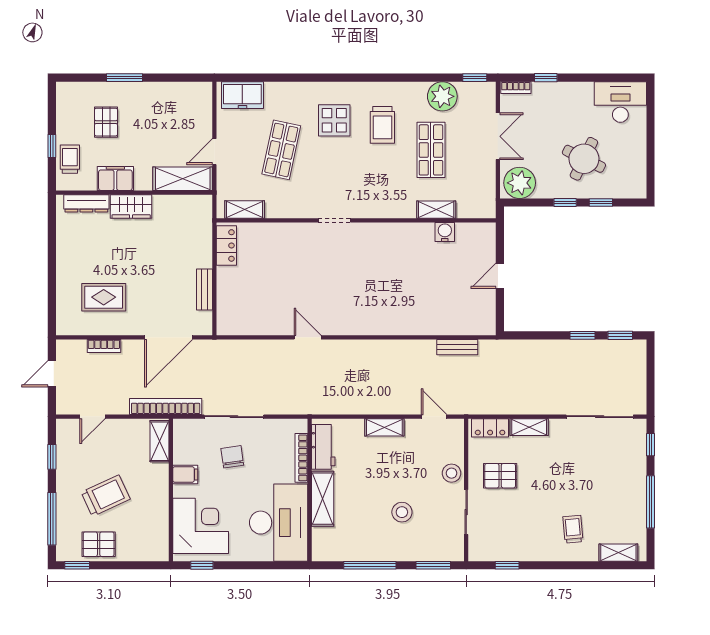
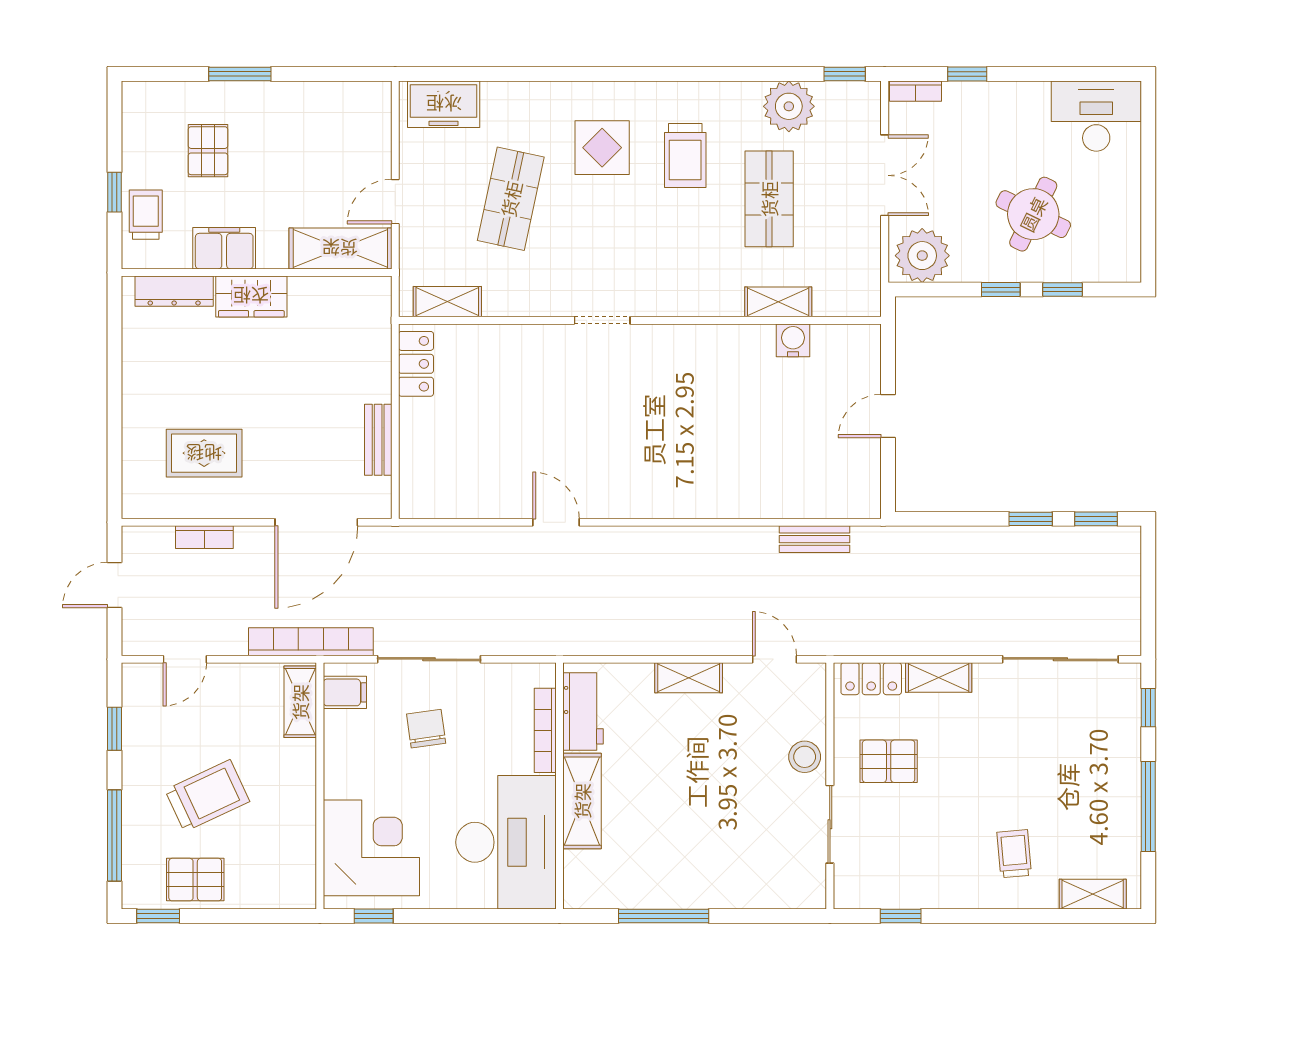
filing cabinet: (185, 475) -> (345, 692), moved
stool: (402, 512) -> (719, 824), removed
window: (433, 565) -> (773, 916), removed

